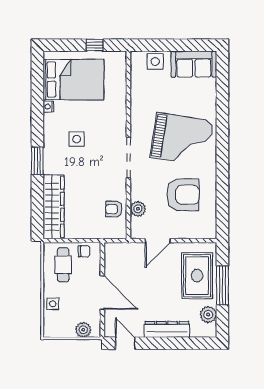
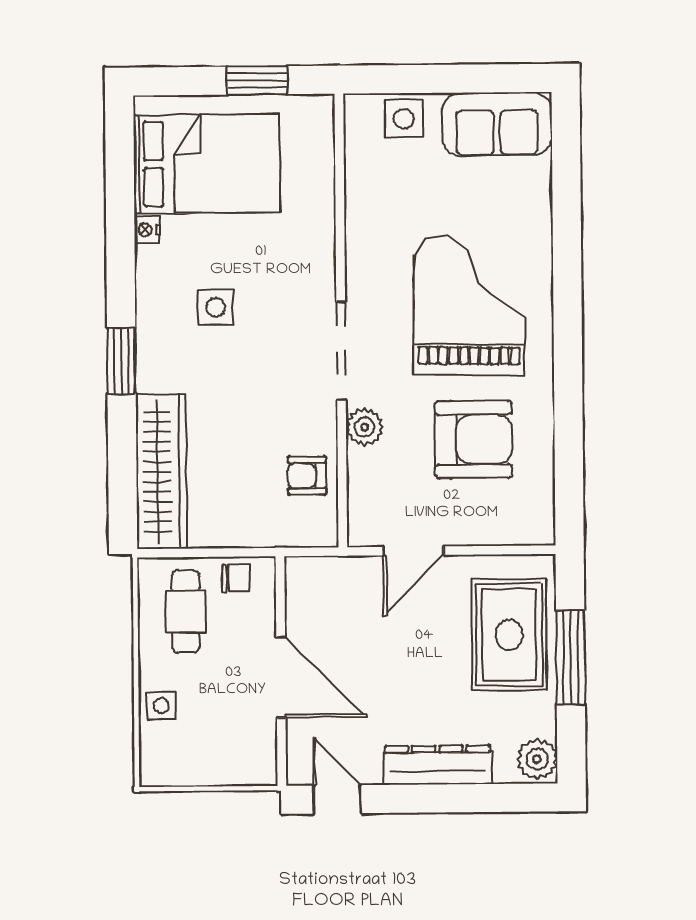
window: (95, 45) -> (257, 80), width x1.50
grand piano: (182, 139) -> (469, 306), turned -98
plant: (138, 209) -> (365, 427), moved
plant: (208, 315) -> (537, 759), moved
plant: (83, 330) -> (236, 768), removed

